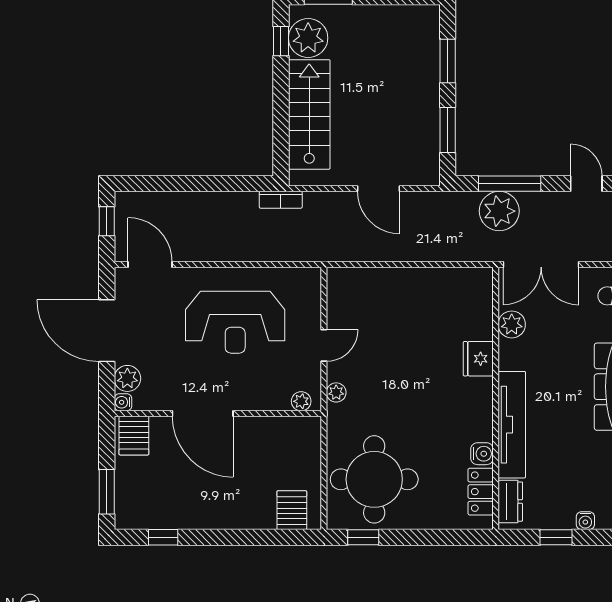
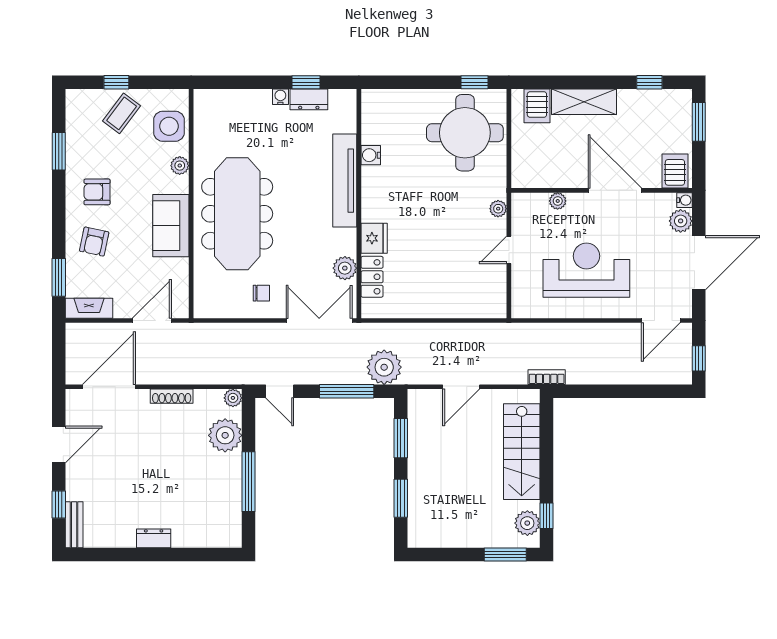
plant: (308, 38) -> (527, 523), width x0.73, depth x0.73
door: (379, 189) -> (461, 387), swing flipped
plant: (499, 211) -> (384, 367), moved
door: (150, 264) -> (661, 321), hinge flipped
door: (107, 331) -> (699, 263), hinge flipped
plant: (301, 401) -> (558, 201), moved
locker: (481, 492) -> (372, 277), moved
dresser: (510, 502) -> (309, 99), moved, turned -90
shelving: (238, 515) -> (584, 102), added

